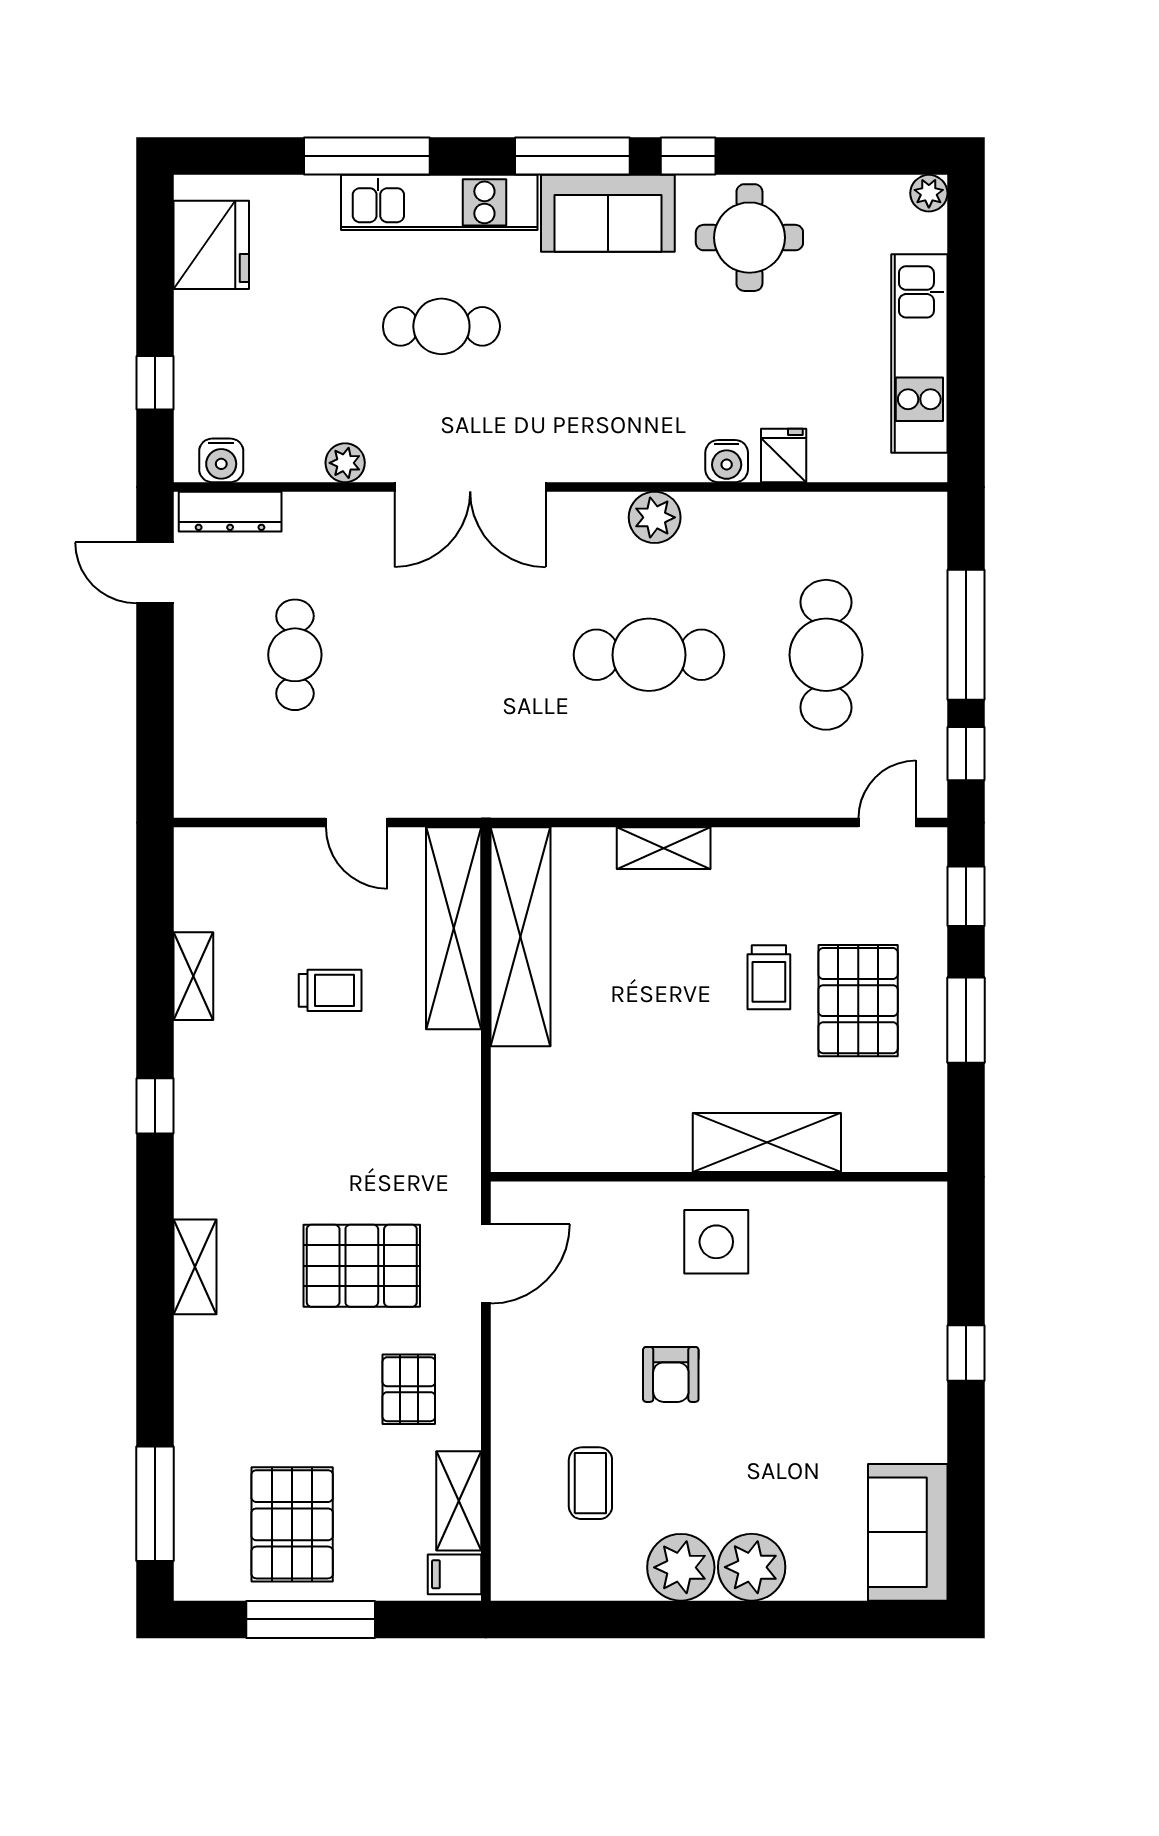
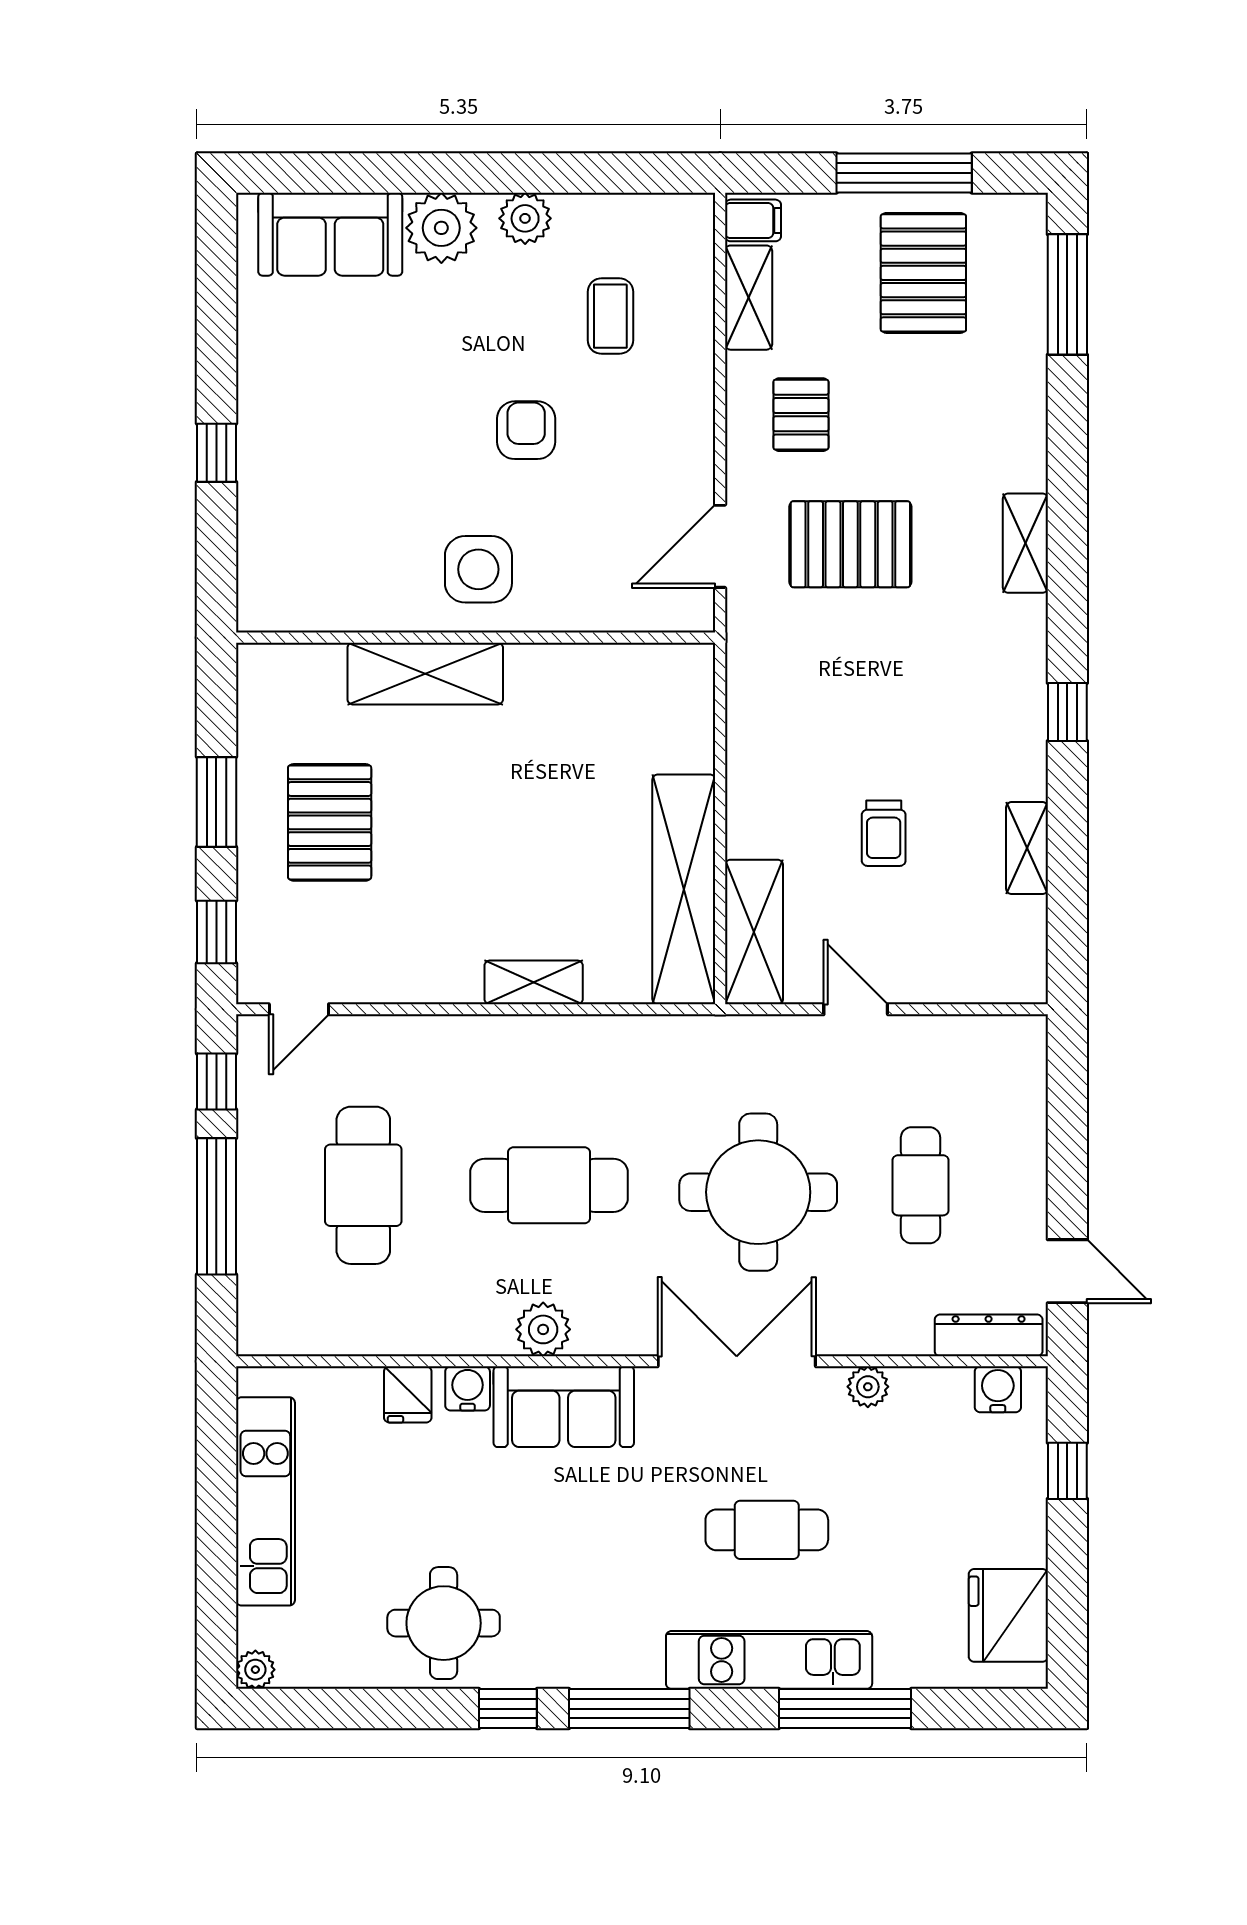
sofa: (608, 213) -> (564, 1407), moved, turned 180
round table: (450, 648) -> (758, 1192), added
shelving: (454, 928) -> (754, 932), width x0.68
trolley: (769, 977) -> (423, 847), removed
trolley: (330, 990) -> (884, 833), turned -90
sofa: (908, 1532) -> (330, 234), moved, turned 90
plant: (681, 1567) -> (525, 218), width x0.73, depth x0.73

